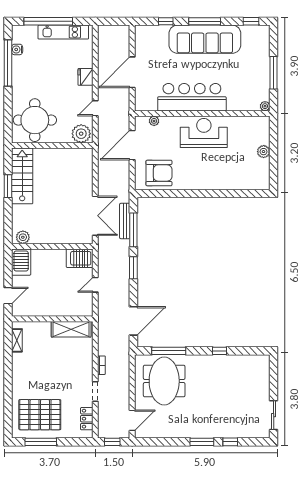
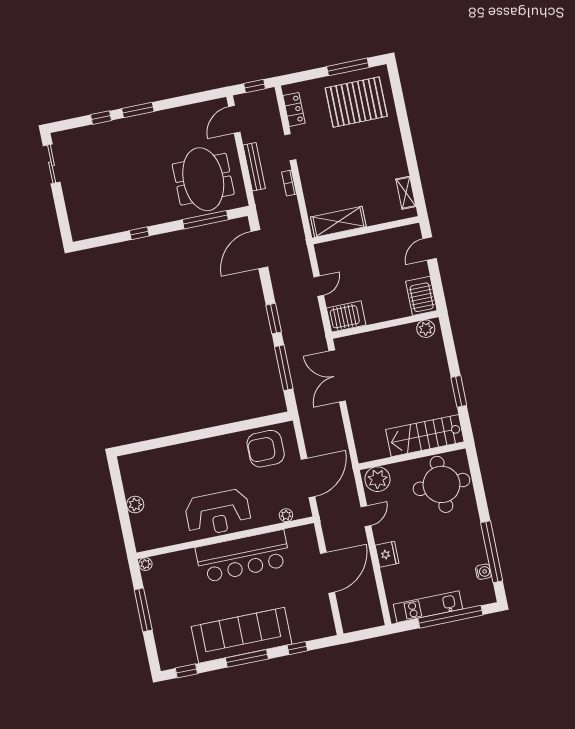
stairs: (22, 176) -> (425, 436), moved, turned 90
bench: (125, 221) -> (254, 167), moved

